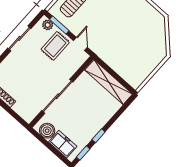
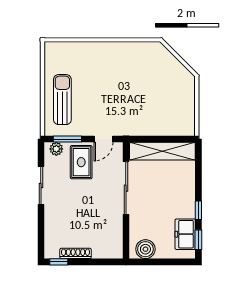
door: (80, 44) -> (103, 139), swing flipped
sliding door: (57, 96) -> (126, 188), moved
freezer: (63, 144) -> (185, 234), moved, turned -90

